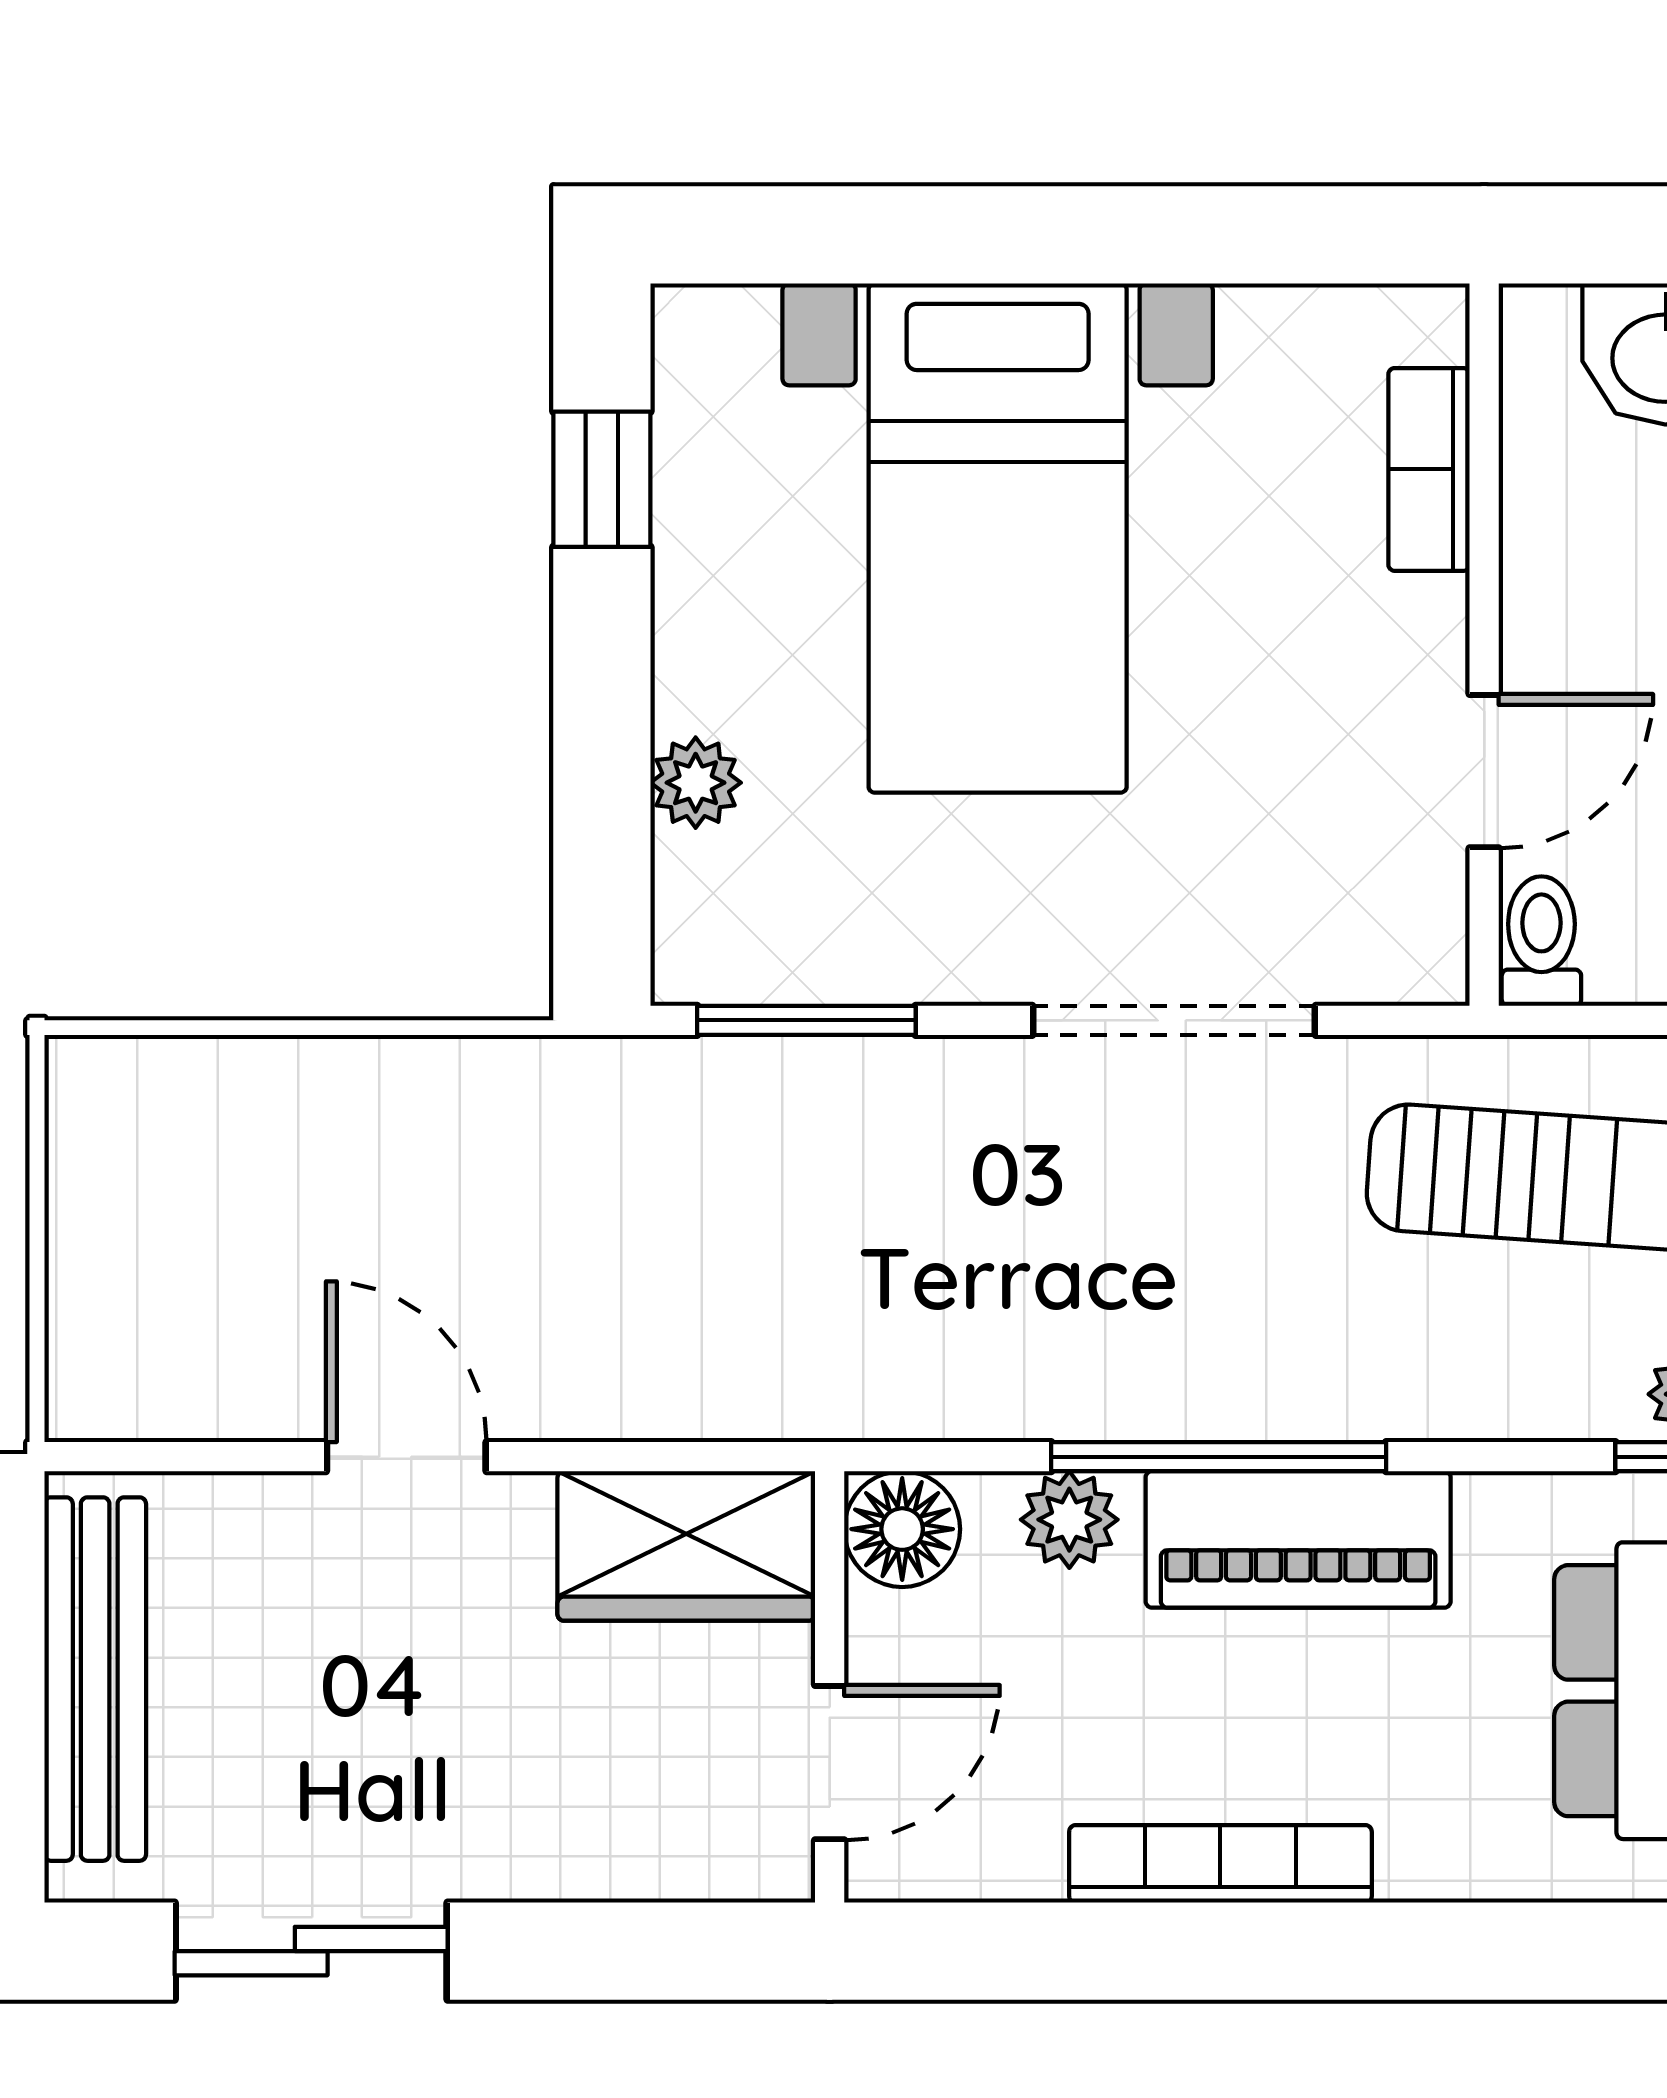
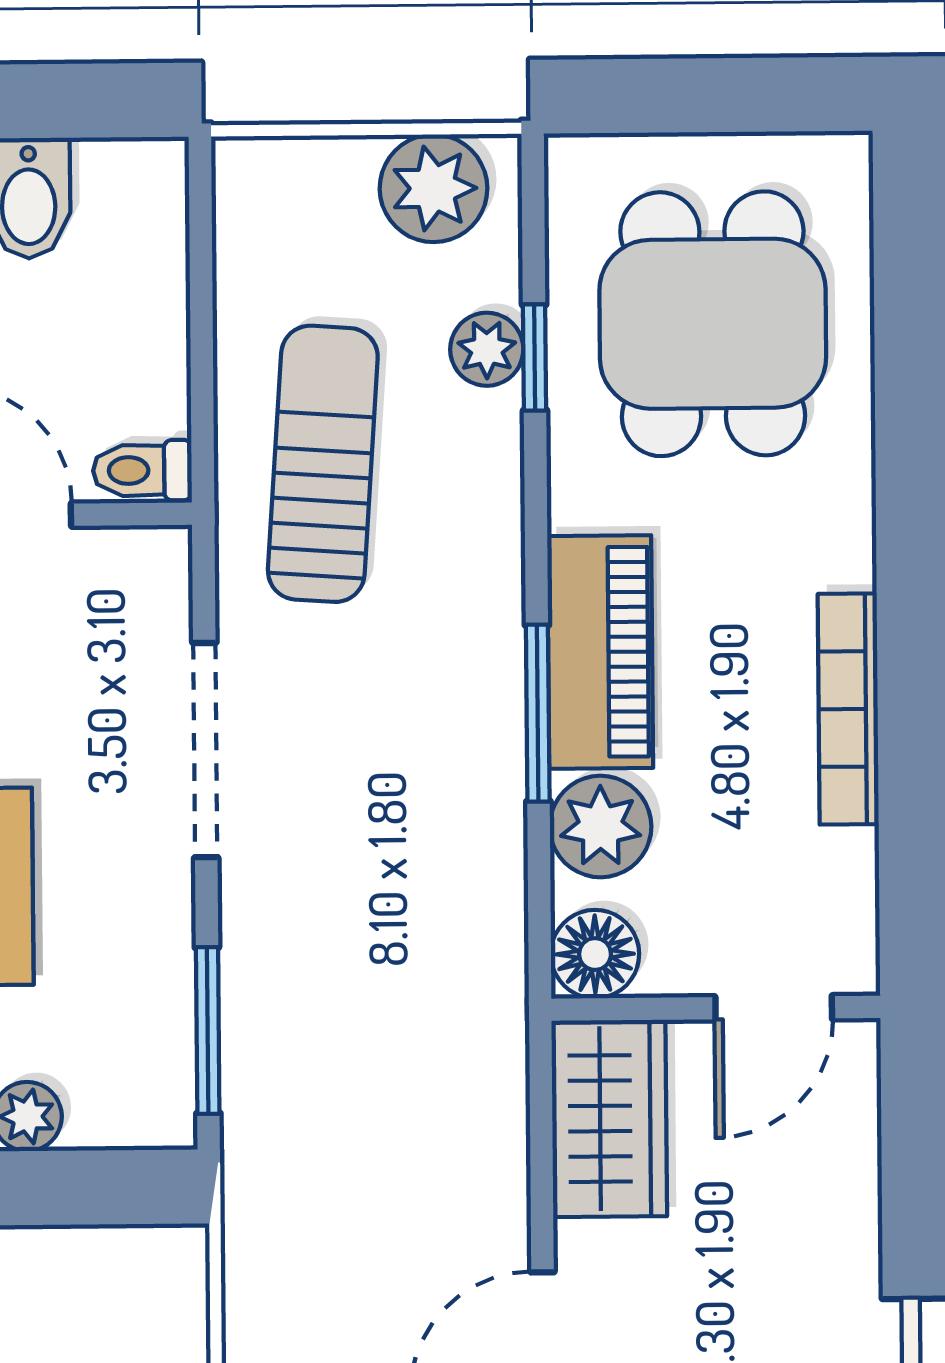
window: (1219, 1457) -> (538, 713), width x0.69
plant: (1069, 1520) -> (601, 827), width x1.38, depth x1.38
door: (830, 1763) -> (774, 1008), swing flipped

